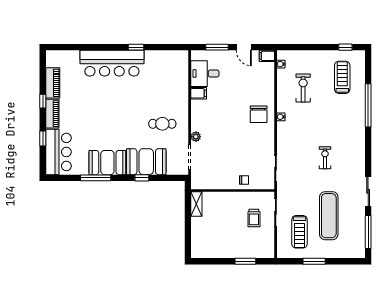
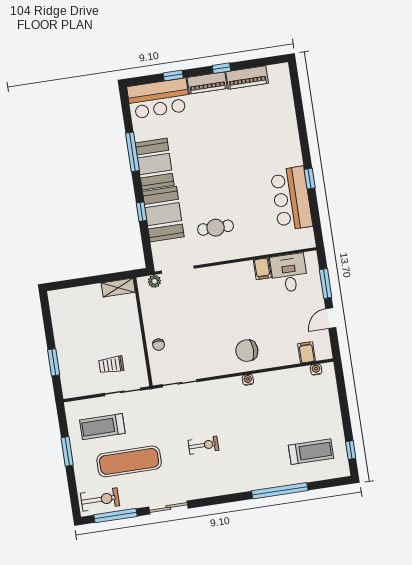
filing cabinet: (267, 56) -> (306, 352), moved
bar counter: (112, 63) -> (291, 199), moved, width x0.73
exercise bike: (303, 88) -> (100, 499), moved
cafe table: (162, 124) -> (216, 228), turned 90
plant: (196, 137) -> (154, 281), moved

